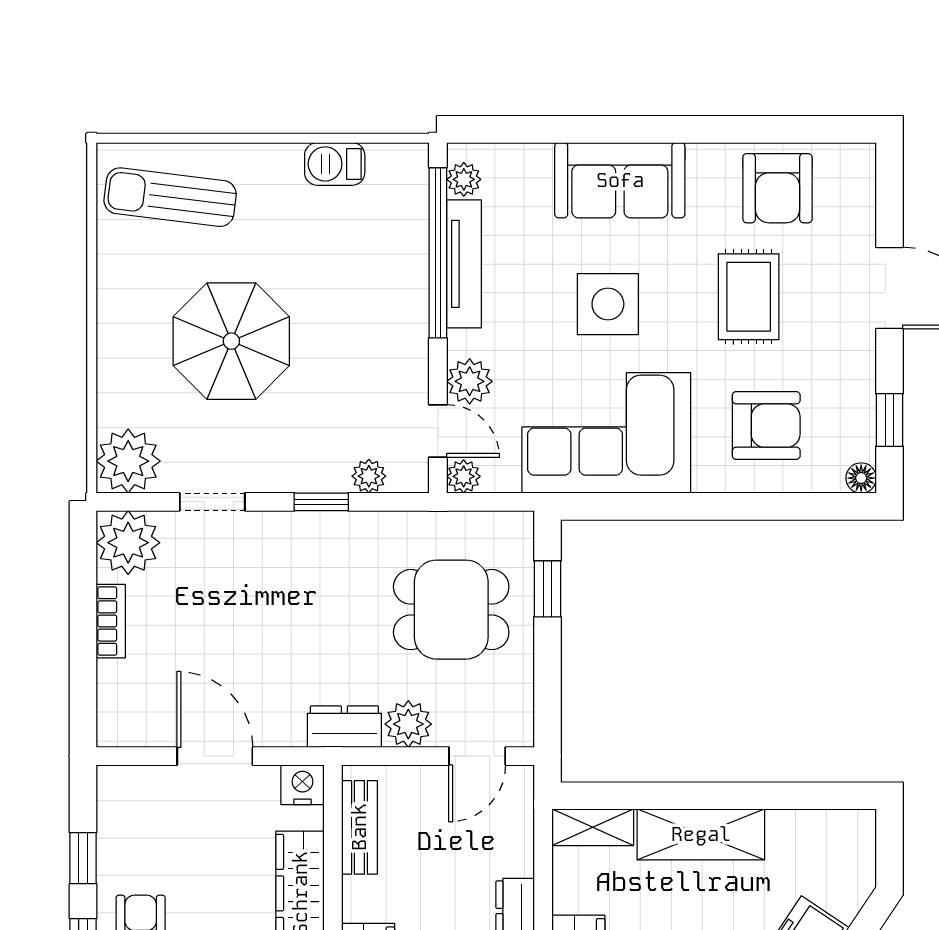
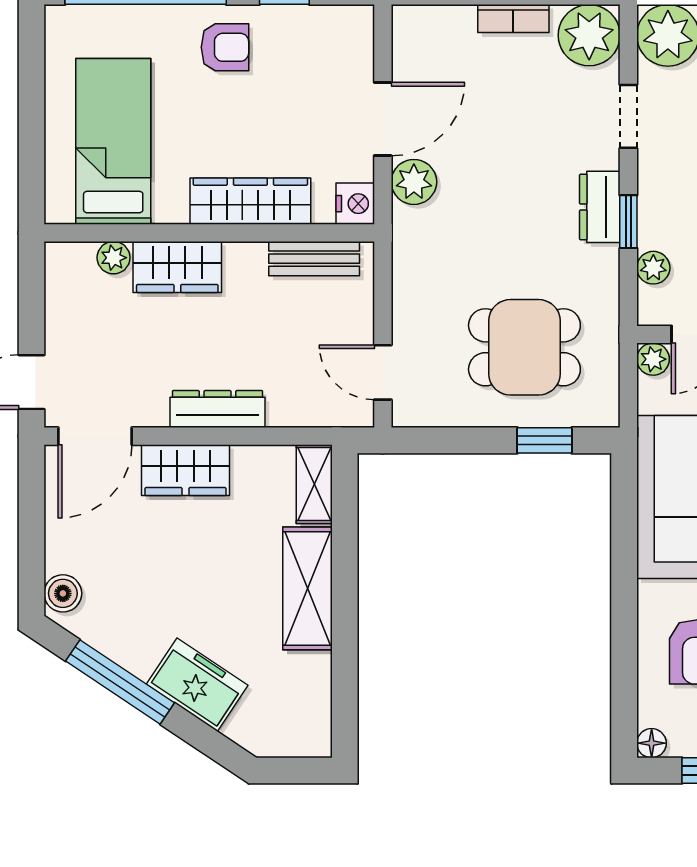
dining table: (451, 610) -> (524, 347), turned 90
plant: (408, 724) -> (414, 182), moved
dresser: (344, 727) -> (600, 207), moved, turned 180

